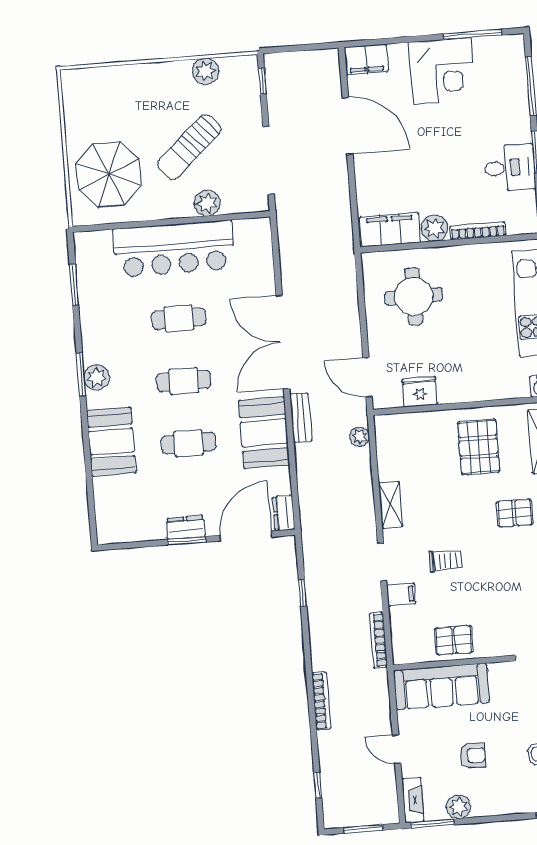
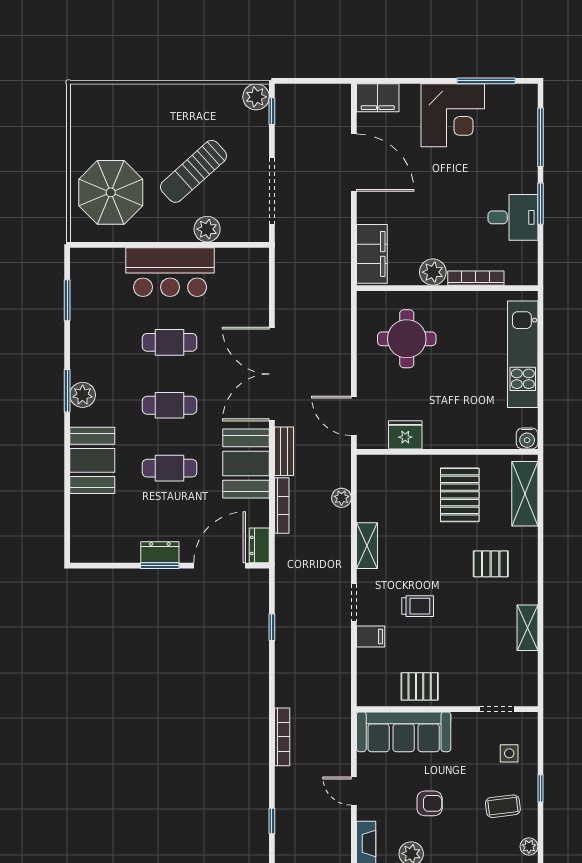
plant: (206, 71) -> (256, 97), moved
filing cabinet: (390, 230) -> (372, 254), moved, turned 90
bar counter: (174, 249) -> (170, 272), width x0.73
plant: (360, 437) -> (341, 498), moved
bookcase: (378, 640) -> (282, 505), moved, turned 180

